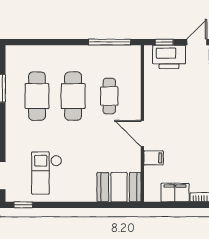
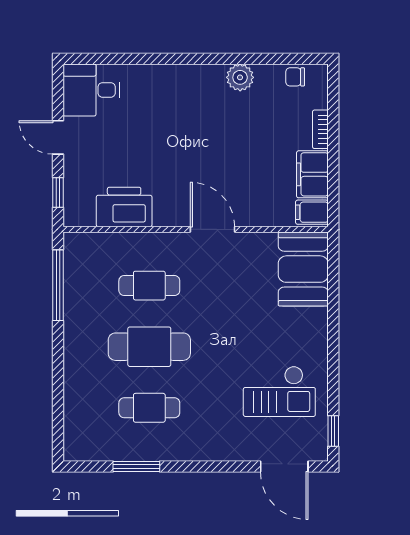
printer: (169, 57) -> (124, 207), moved, turned -90
cafe table: (37, 96) -> (149, 408), width x0.73, depth x0.74
door: (142, 133) -> (213, 229), swing flipped
filing cabinet: (154, 158) -> (312, 212), moved, turned -90

